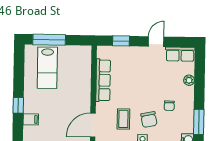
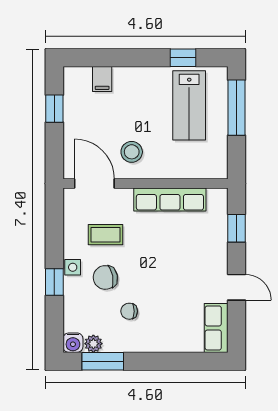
lab bench: (47, 68) -> (189, 105), turned -90
plant: (189, 80) -> (93, 344), moved
stool: (74, 103) -> (132, 152), added
window: (18, 105) -> (183, 58), moved

